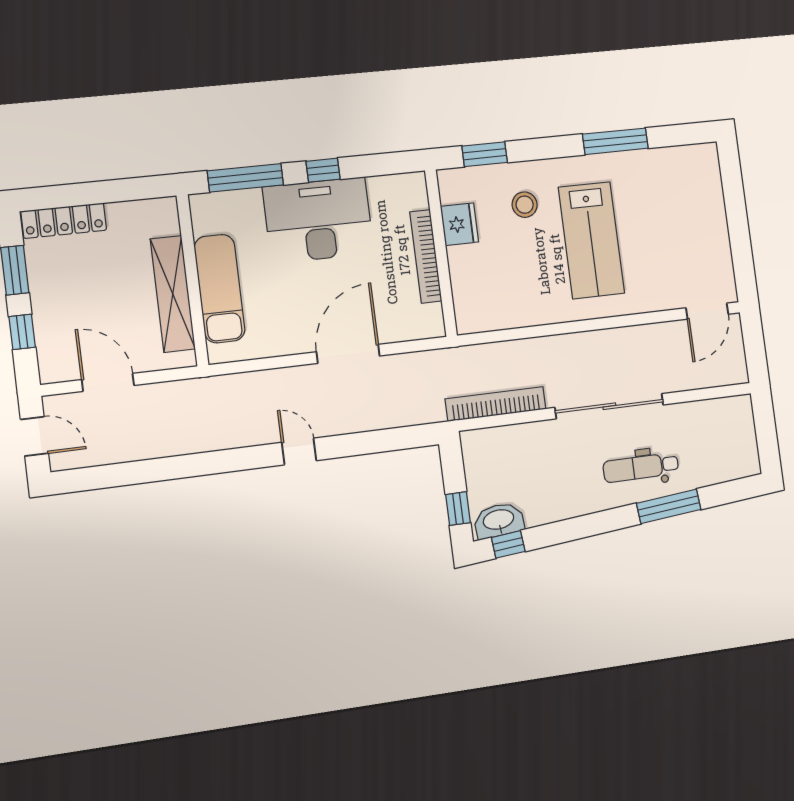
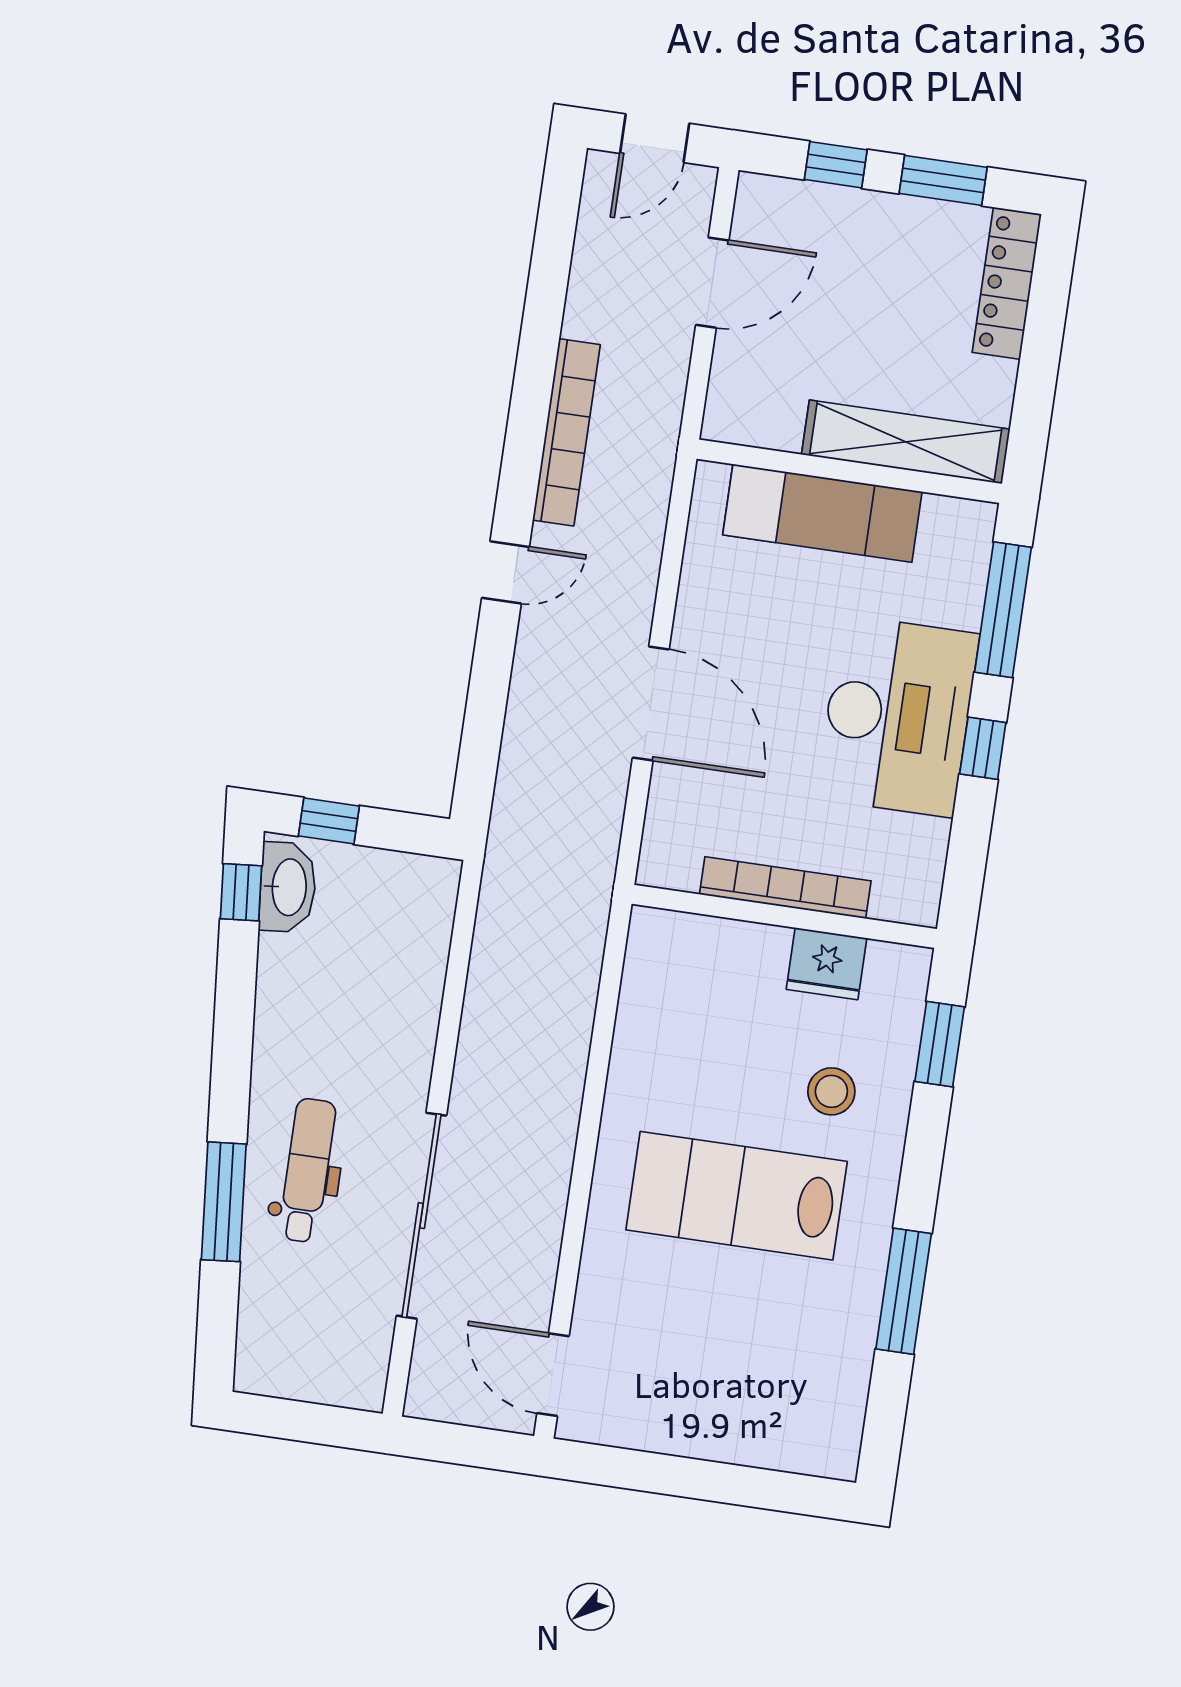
shelving: (173, 294) -> (906, 442), moved
bookcase: (496, 404) -> (566, 432), moved
sliding door: (609, 406) -> (421, 1216), moved

